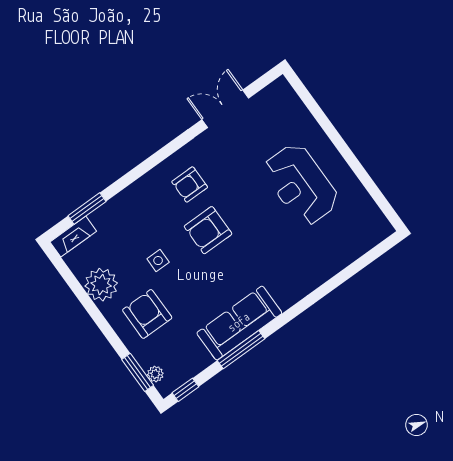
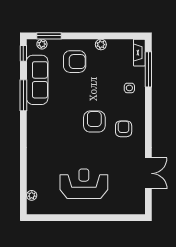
window: (87, 209) -> (148, 69), width x1.44
plant: (366, 243) -> (32, 195), added
side table: (158, 261) -> (129, 88), moved
plant: (101, 285) -> (101, 45), width x0.53, depth x0.53
sofa: (239, 323) -> (37, 80), moved

